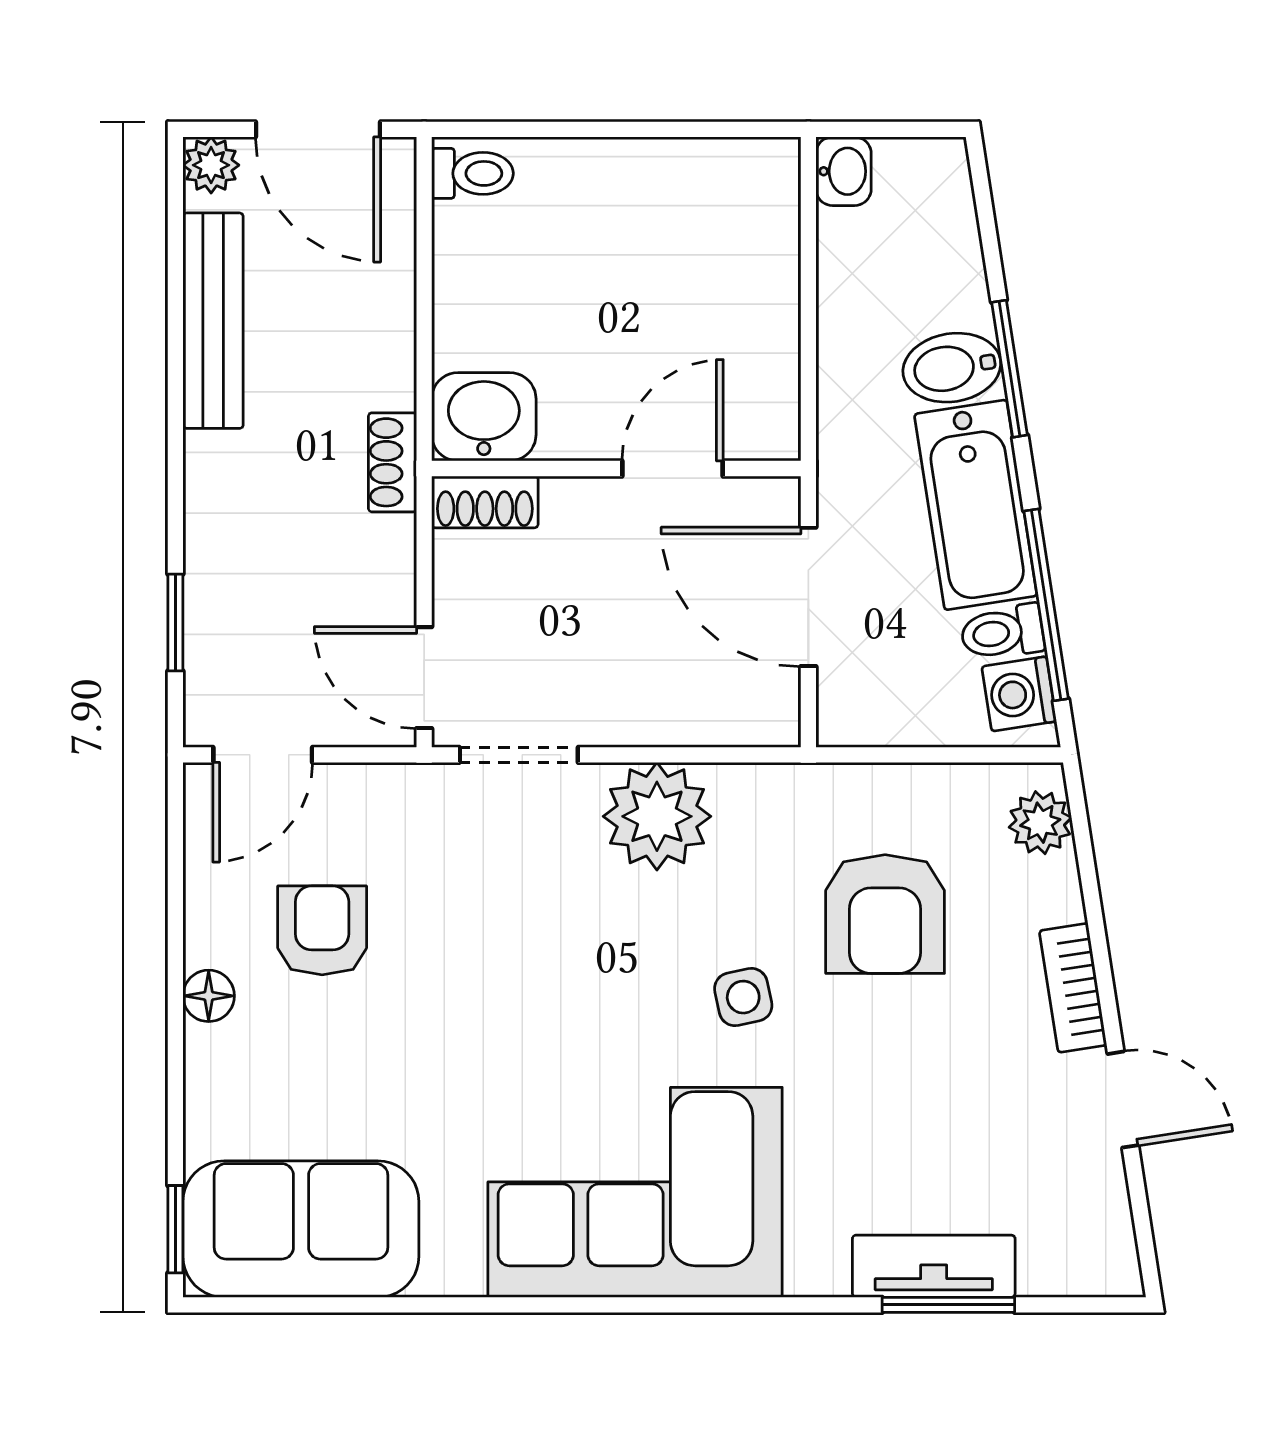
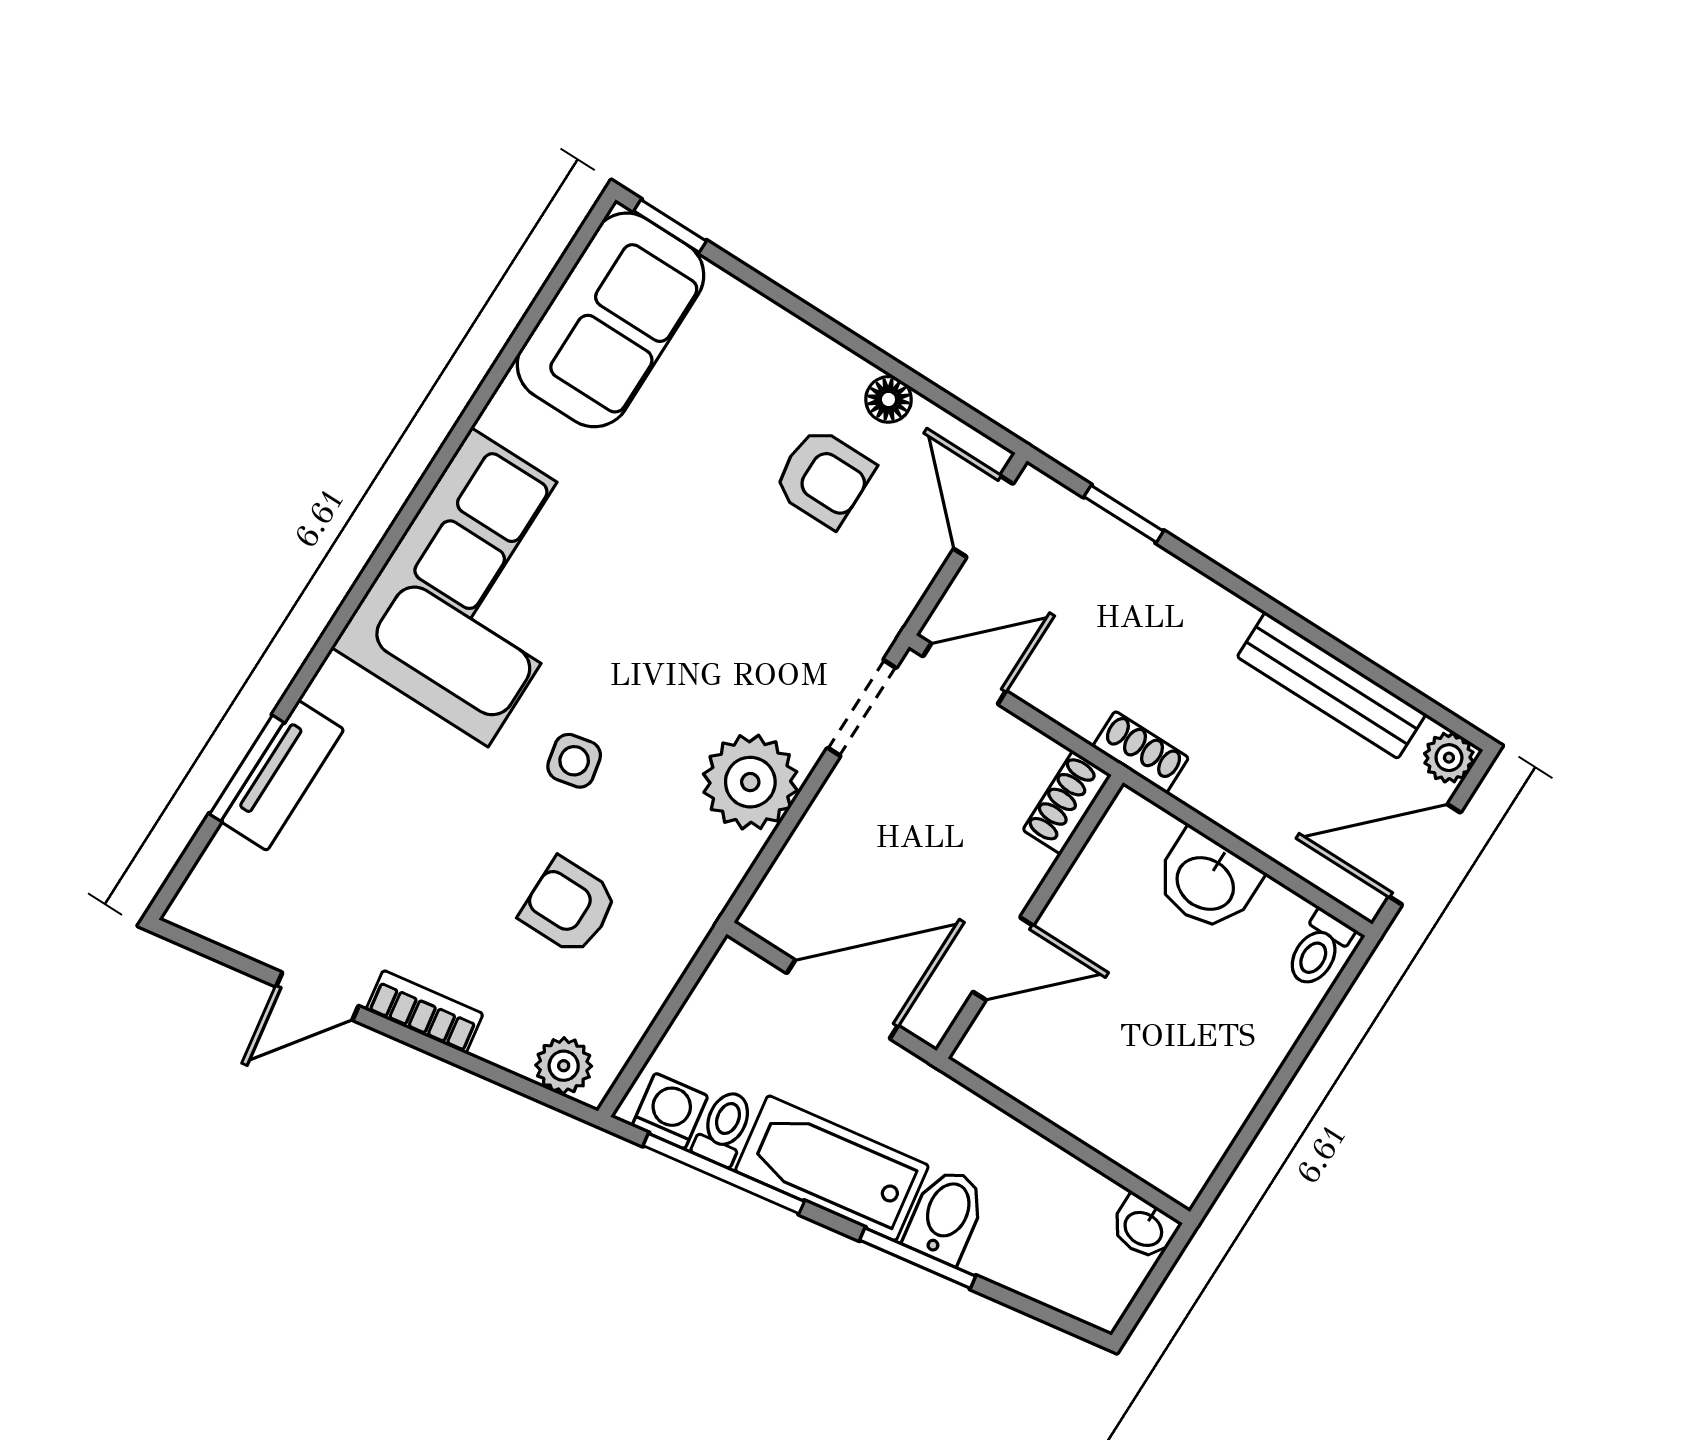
washbasin: (484, 417) -> (1207, 882), moved, turned 90
door: (672, 469) -> (1003, 959), hinge flipped
armchair: (885, 914) -> (569, 906), width x0.72, depth x0.72
floor lamp: (209, 996) -> (888, 399), moved

